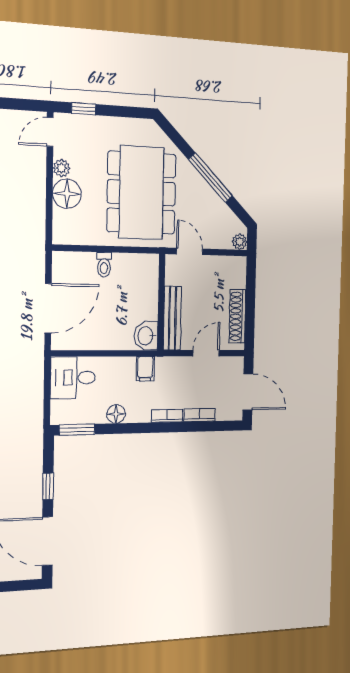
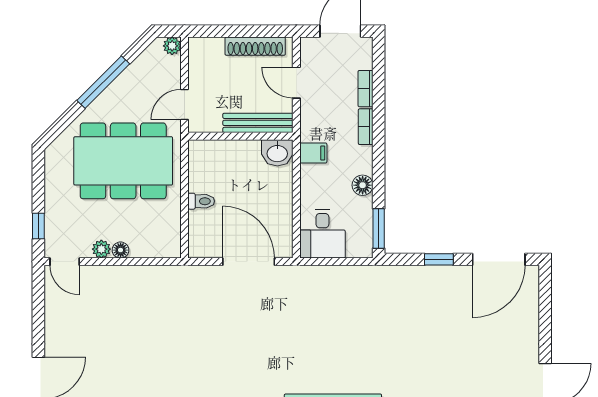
floor lamp: (67, 194) -> (121, 250), width x0.53, depth x0.53

